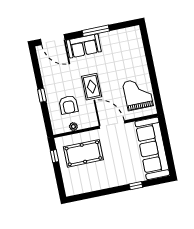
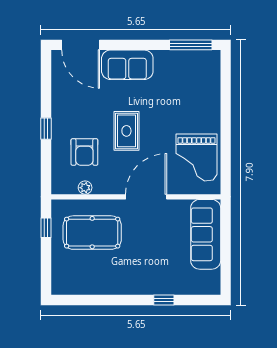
window: (96, 31) -> (191, 45), moved
grand piano: (138, 94) -> (196, 157), turned 180
door: (112, 125) -> (146, 197), hinge flipped
sofa: (152, 148) -> (206, 234), width x0.74, depth x0.79

